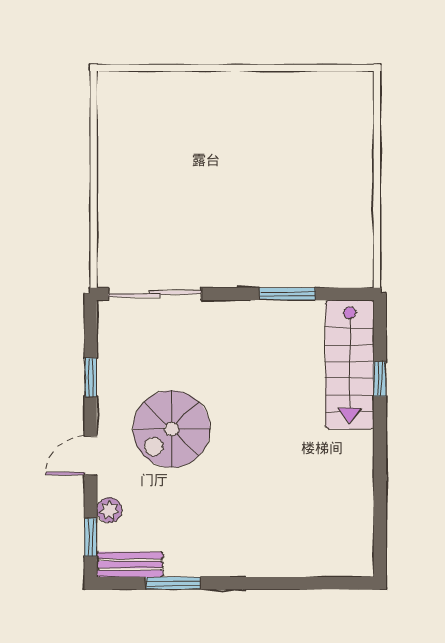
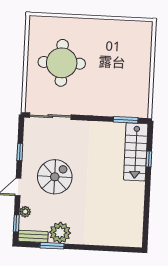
round table: (175, 174) -> (62, 63), added
window: (287, 294) -> (126, 120), moved
spiral stairs: (171, 429) -> (55, 177), turned 180
plant: (189, 553) -> (60, 233), added

